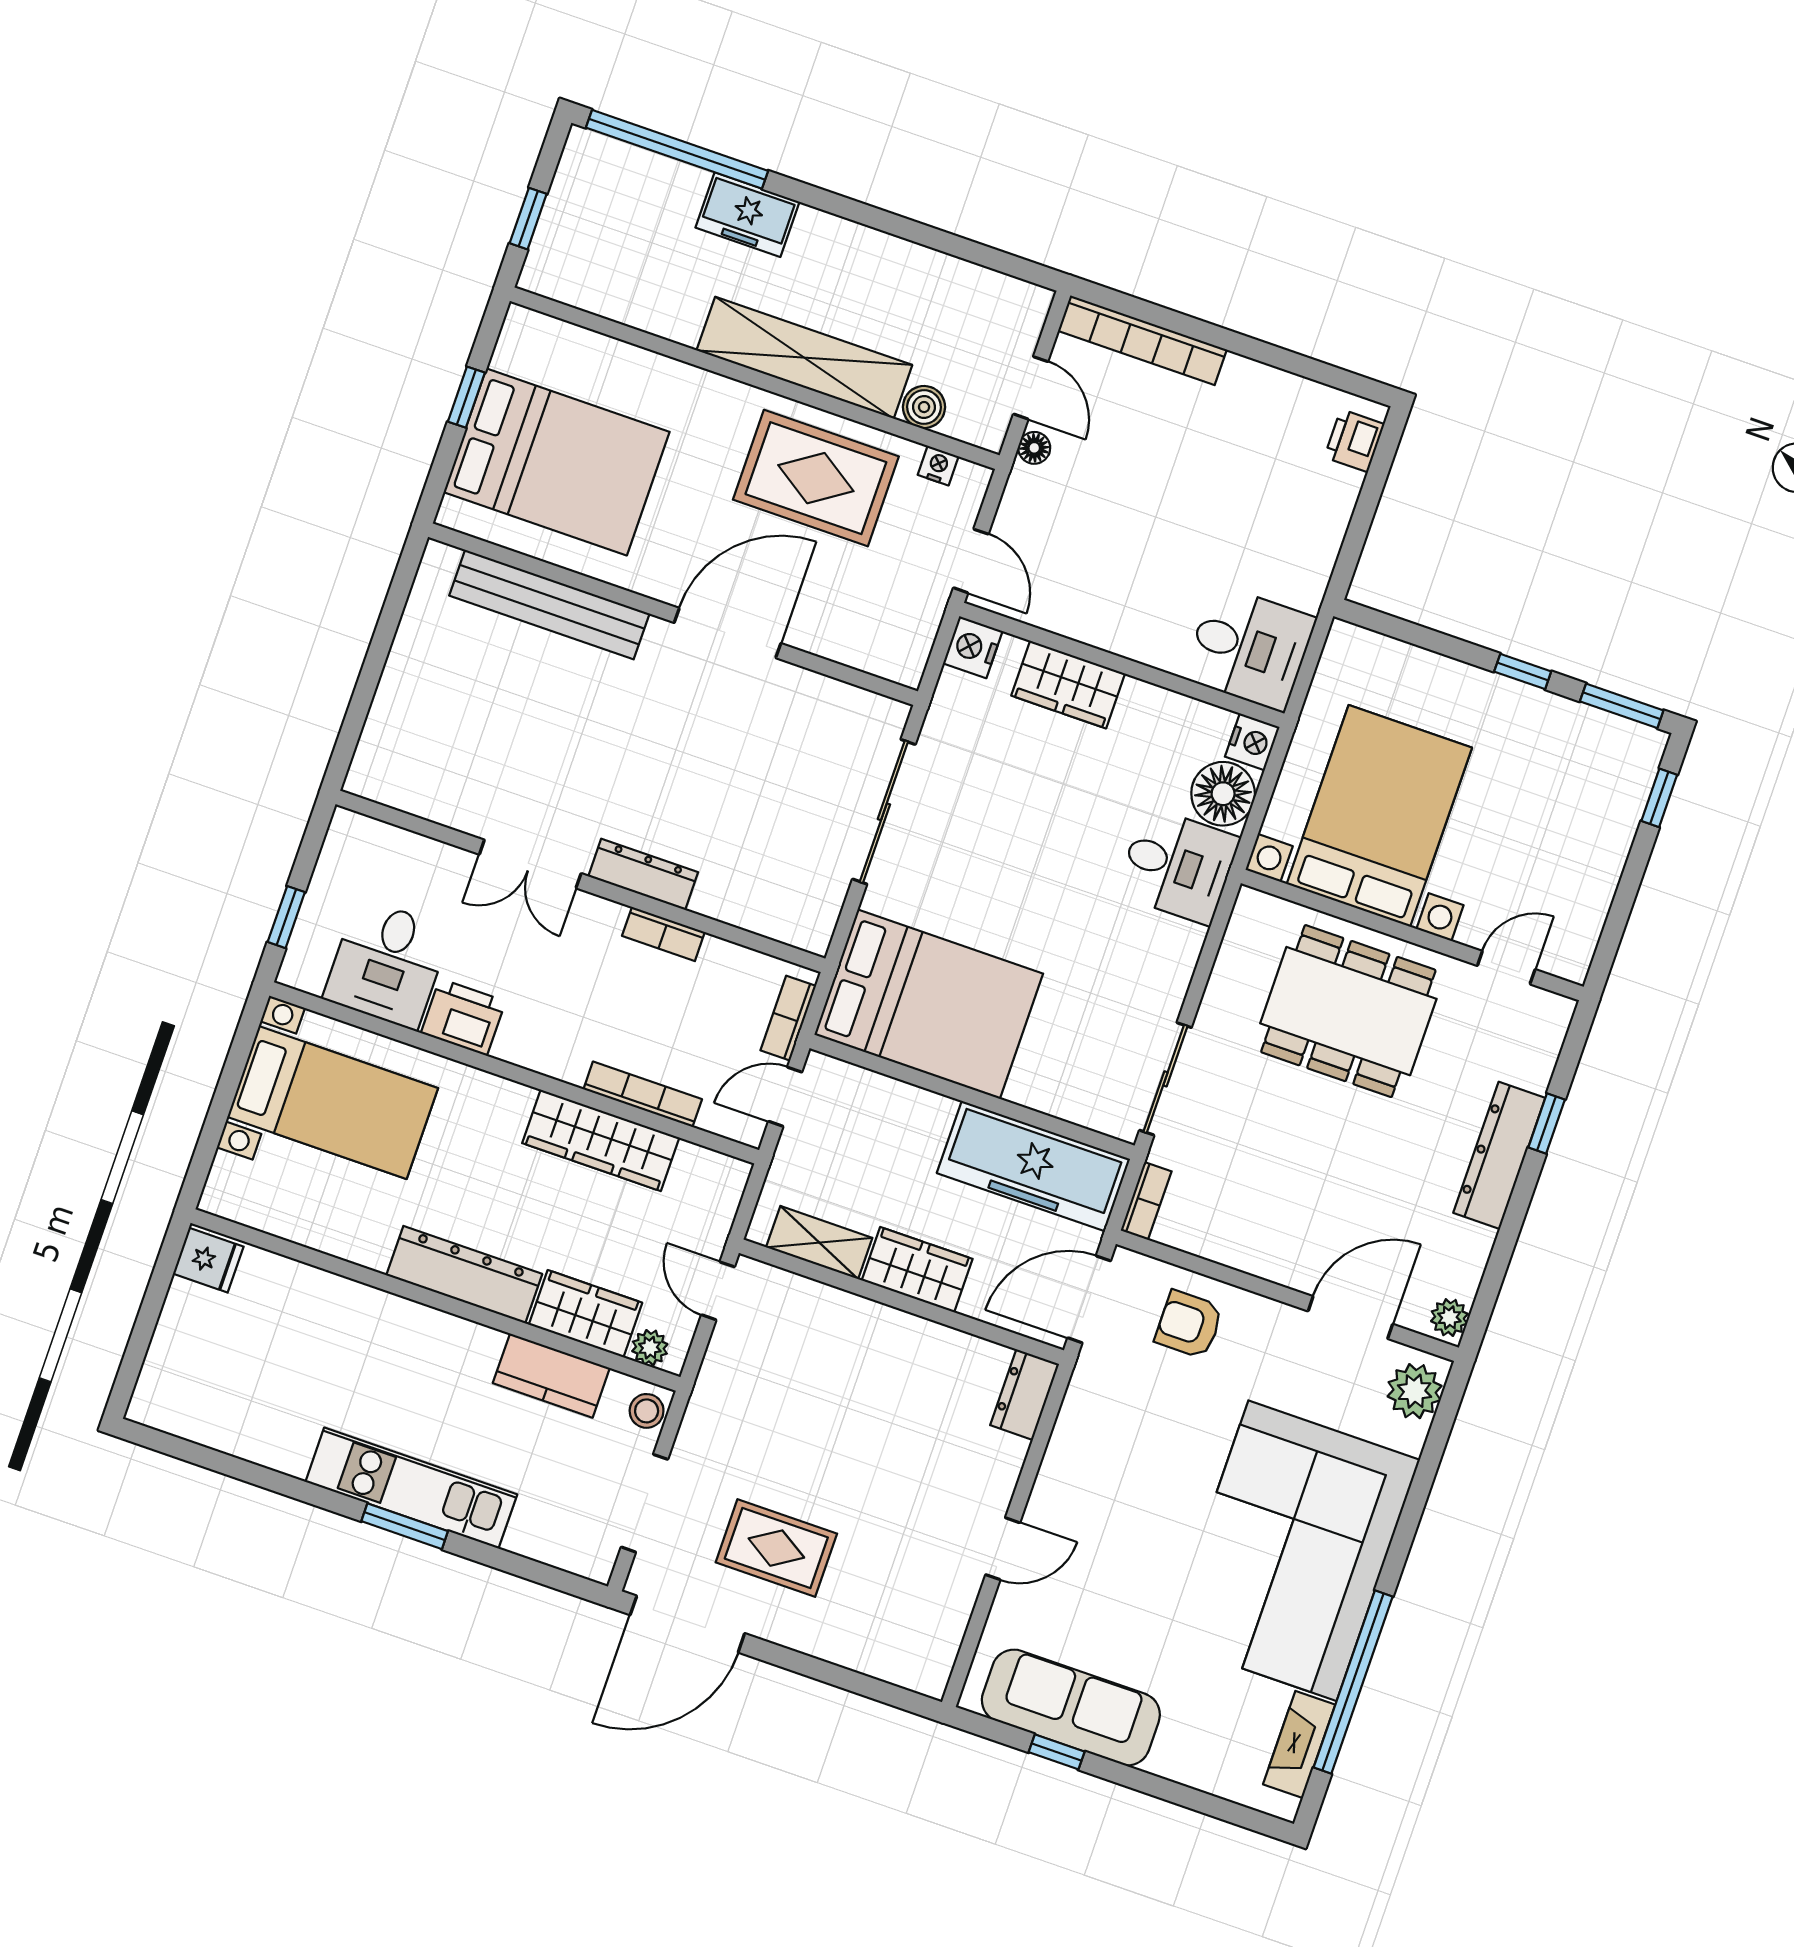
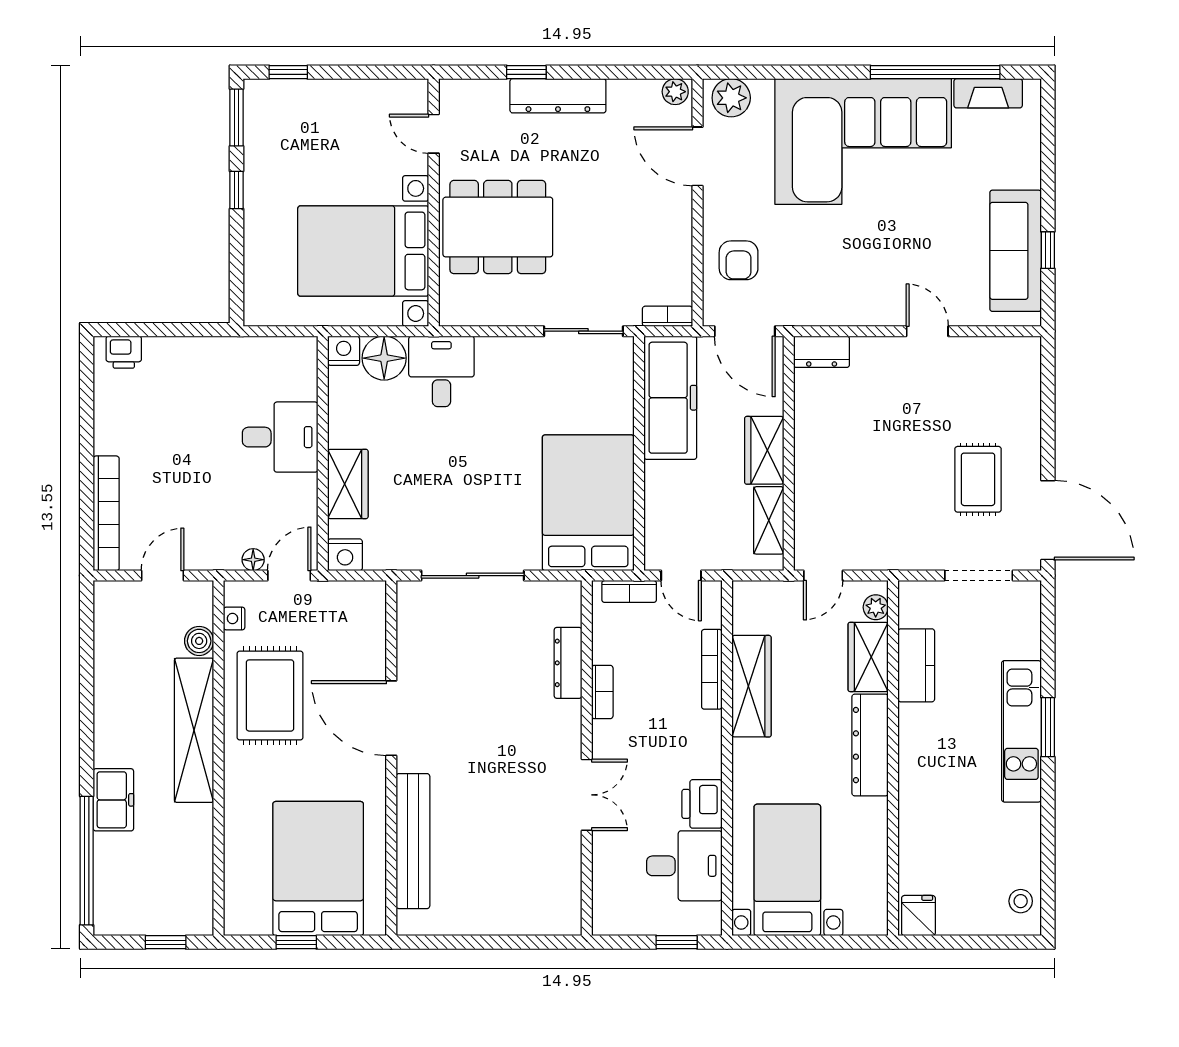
floor lamp: (1034, 448) -> (253, 560), moved
desk: (1249, 648) -> (280, 437), moved, turned 90
dresser: (643, 874) -> (568, 663), moved
dining table: (1348, 1011) -> (498, 227), turned 90
stool: (647, 1411) -> (1021, 901), moved

